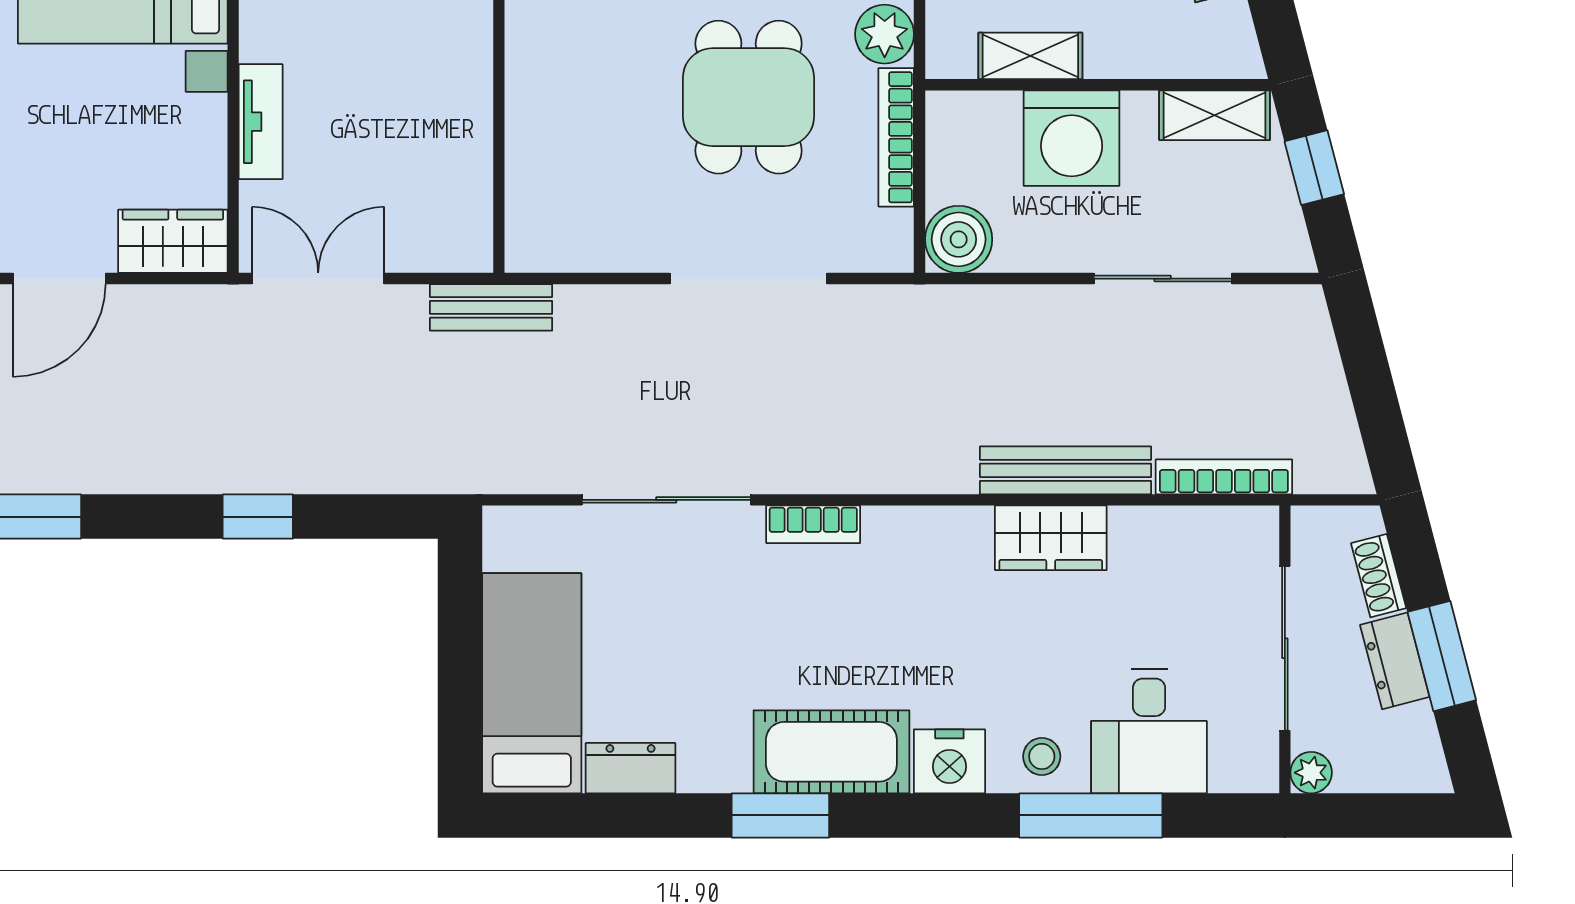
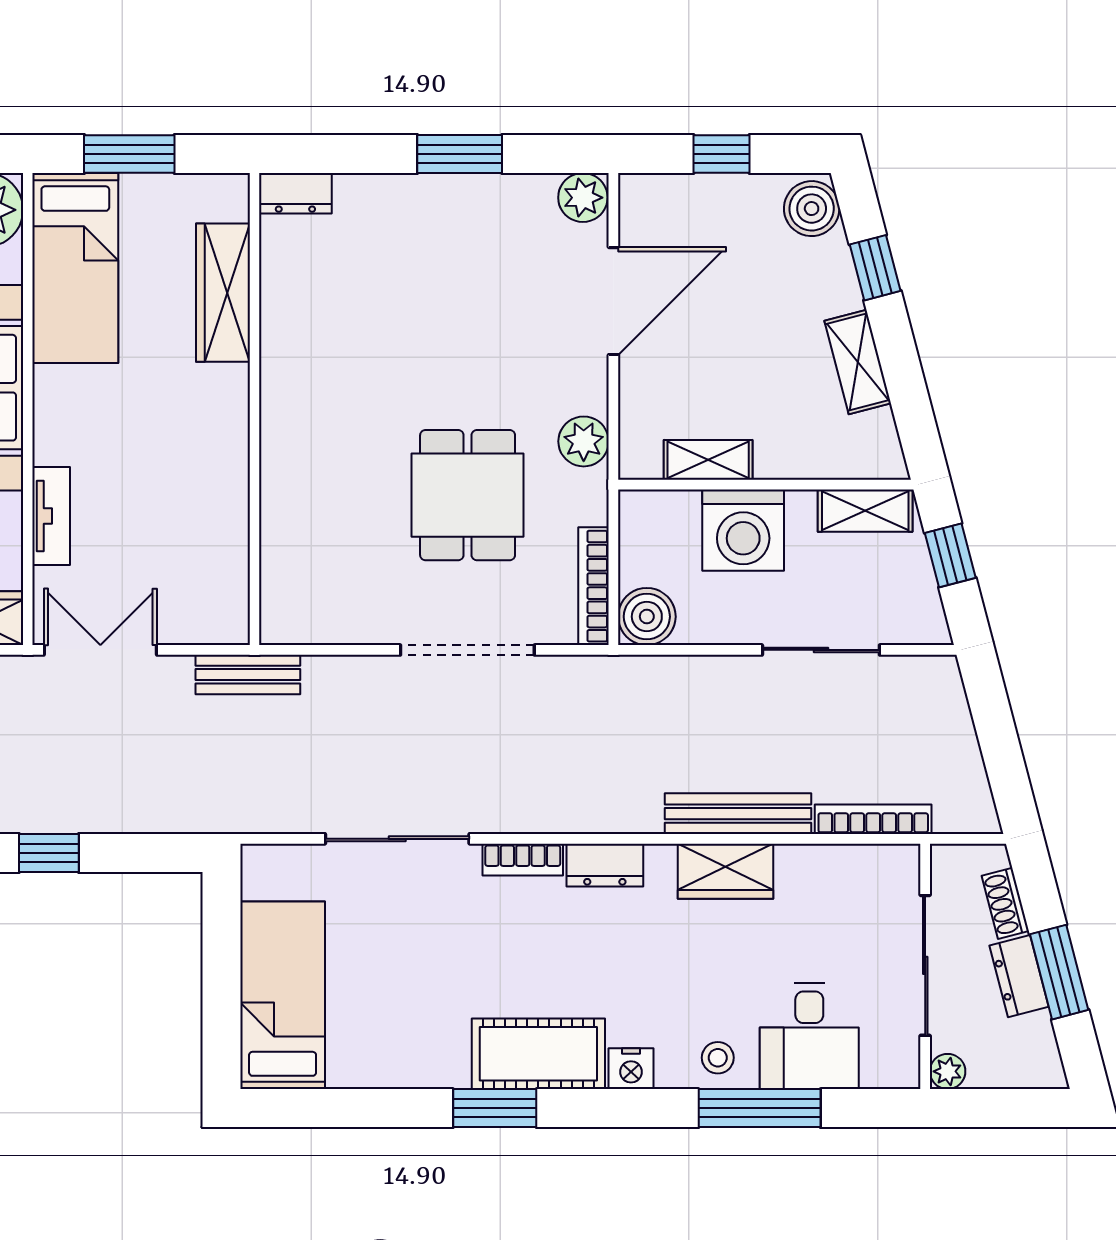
bookcase: (896, 137) -> (594, 586), moved
nightstand: (949, 761) -> (631, 1069), width x0.74, depth x0.75
dresser: (631, 768) -> (605, 865), moved, turned 180

